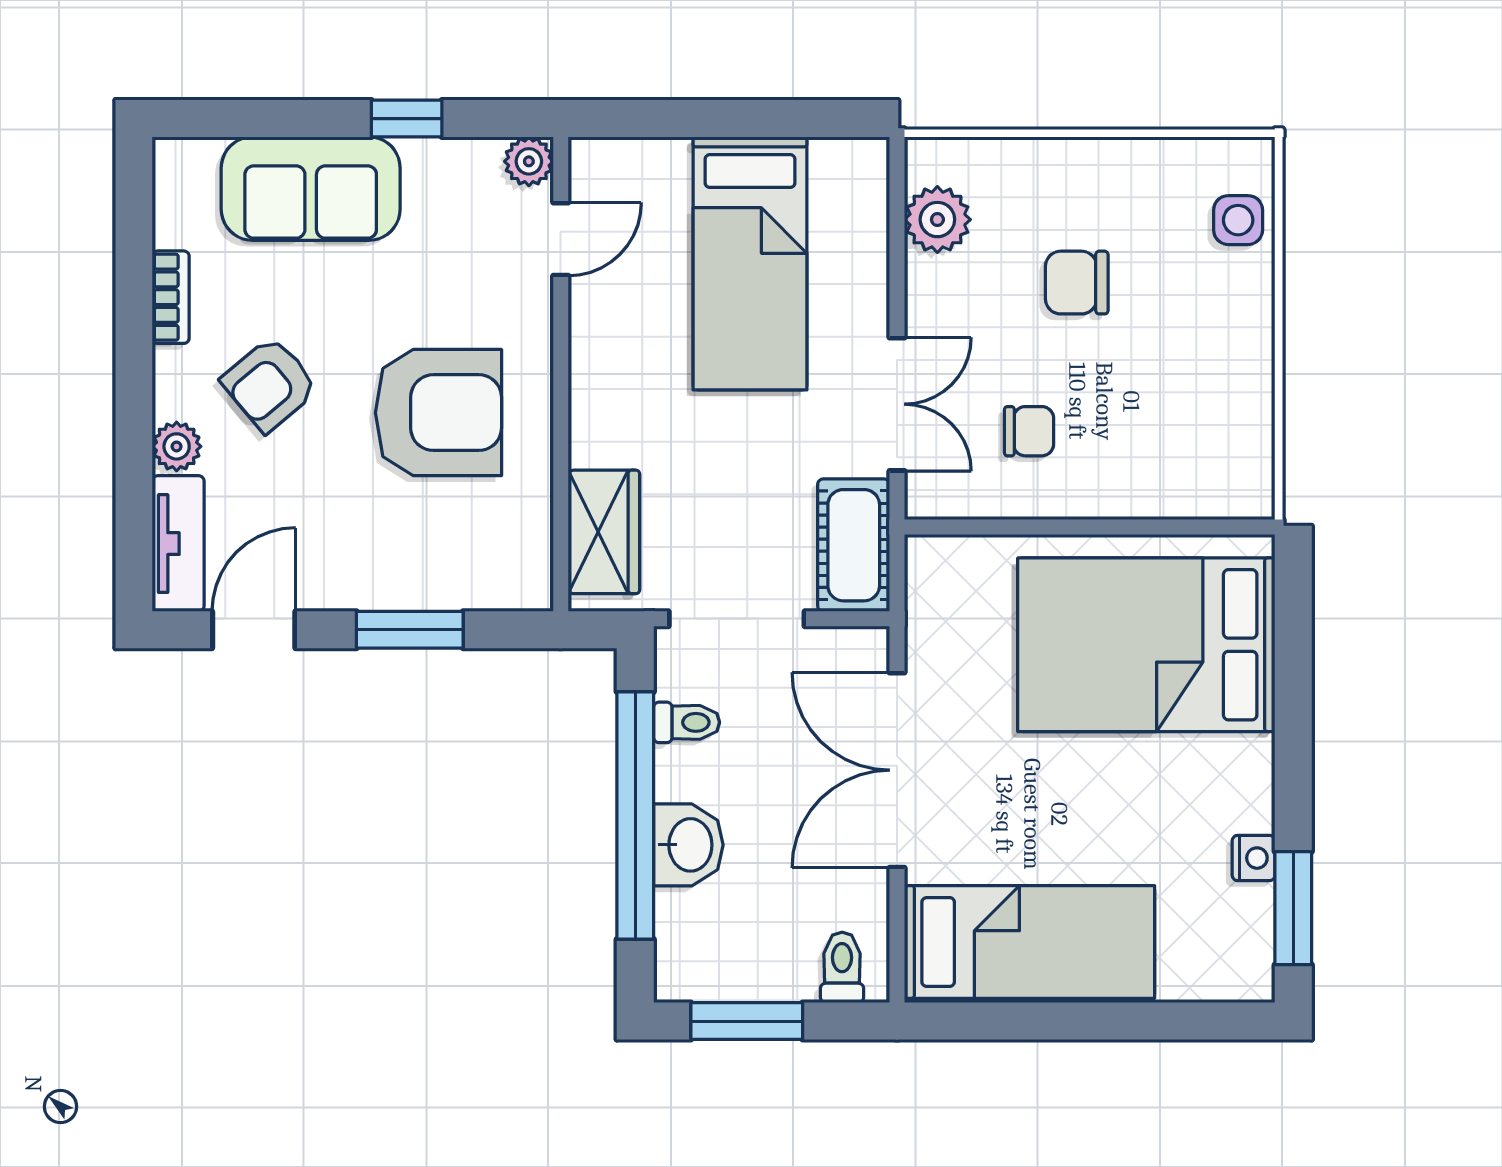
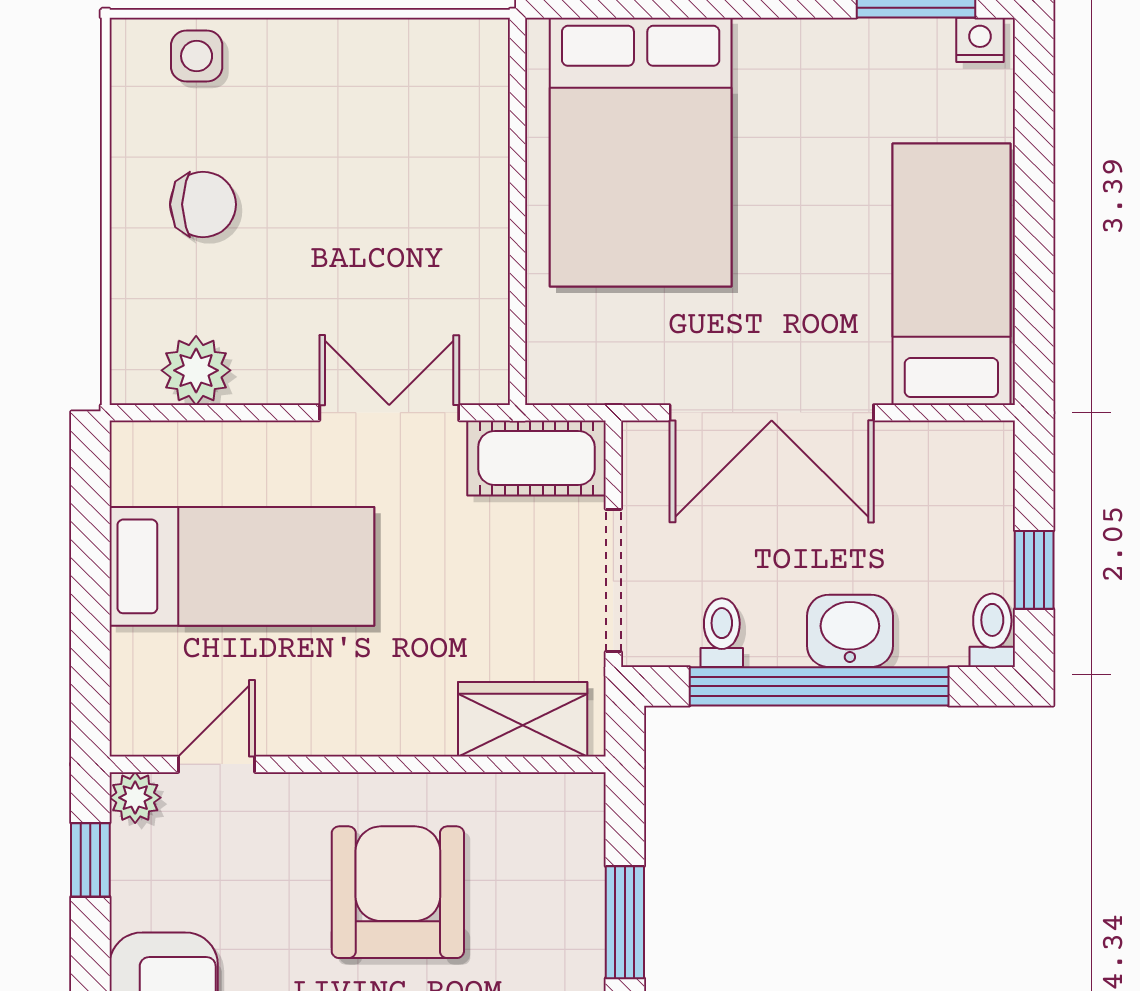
window: (407, 119) -> (90, 860), moved
door: (561, 239) -> (217, 764), hinge flipped
chair: (1077, 283) -> (203, 204), moved, turned -90
chair: (1029, 431) -> (417, 275), removed
nightstand: (1254, 858) -> (980, 40), moved
toilet: (842, 967) -> (992, 630), moved, turned 90
window: (747, 1021) -> (1034, 570), width x0.67

